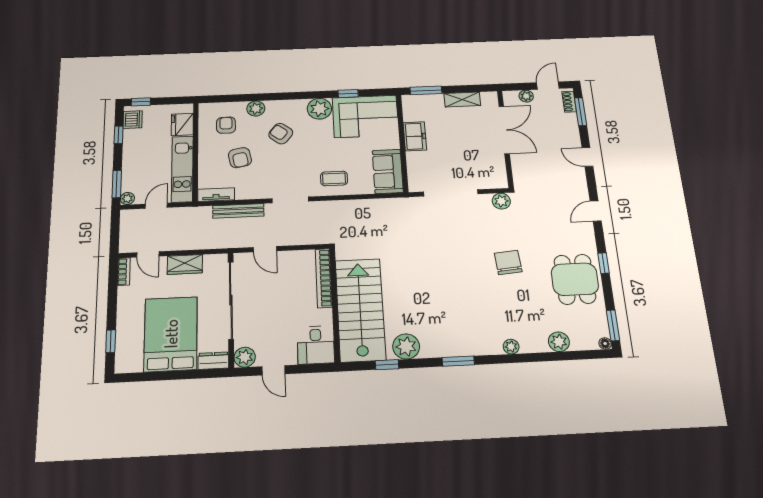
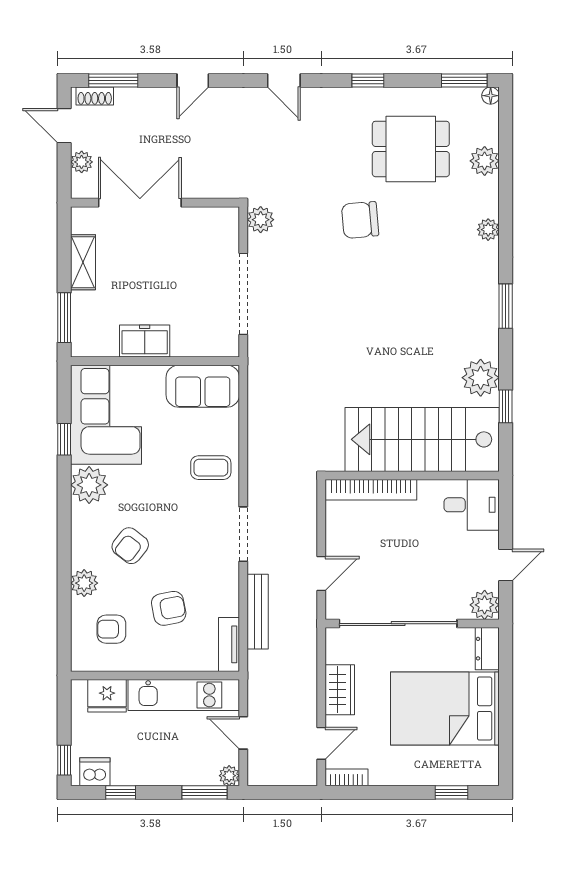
coffee table: (334, 179) -> (211, 468), turned 90
dining table: (575, 279) -> (411, 149), moved

